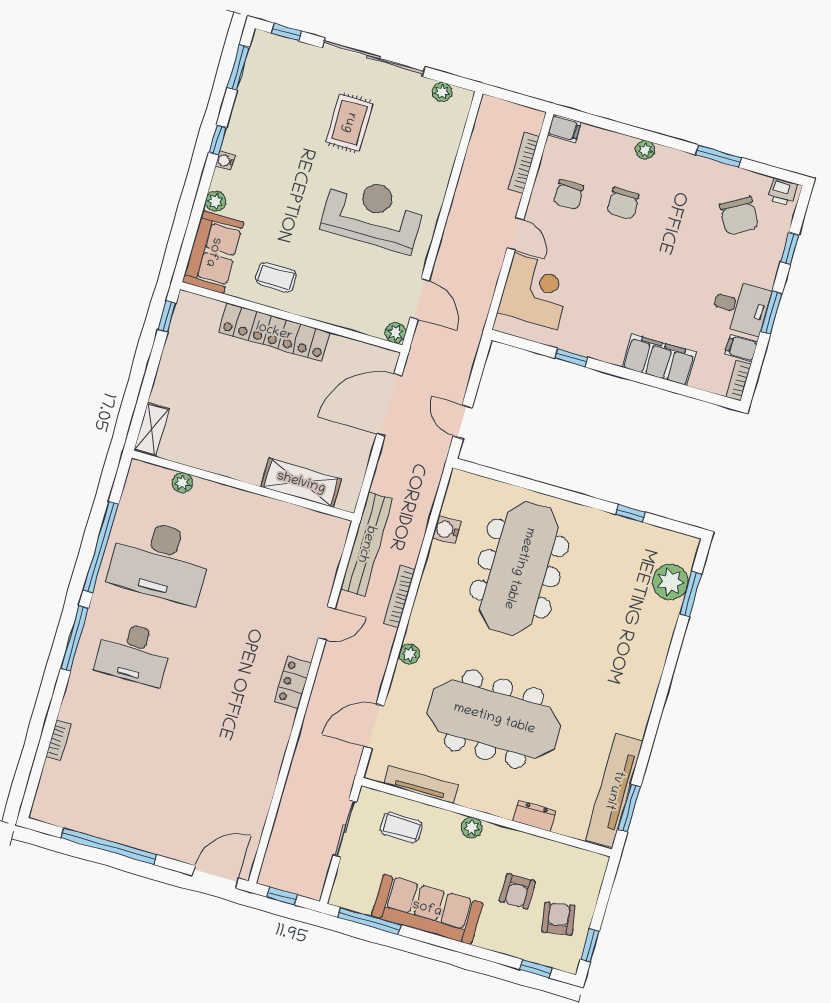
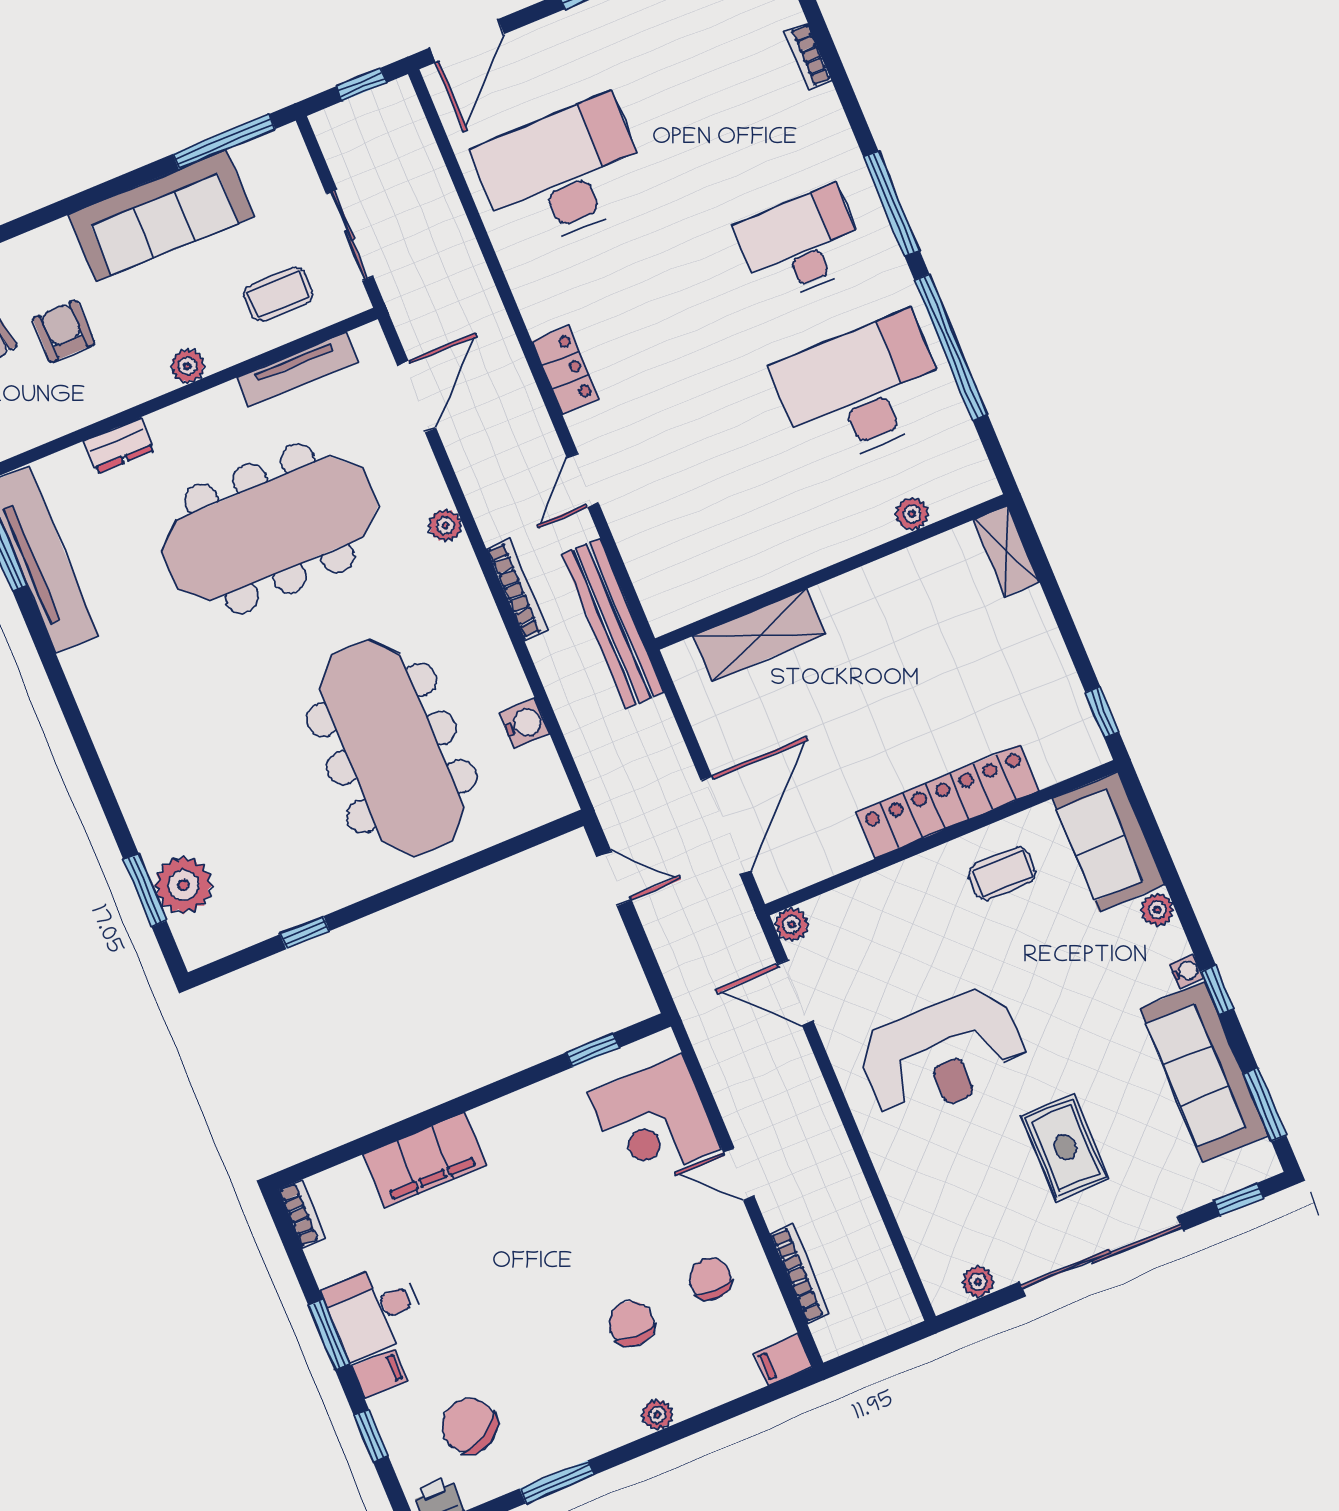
sofa: (255, 106) -> (1204, 1072), added
filing cabinet: (741, 348) -> (379, 1374), moved
window: (571, 358) -> (593, 1050), moved
desk: (220, 778) -> (562, 173), added

